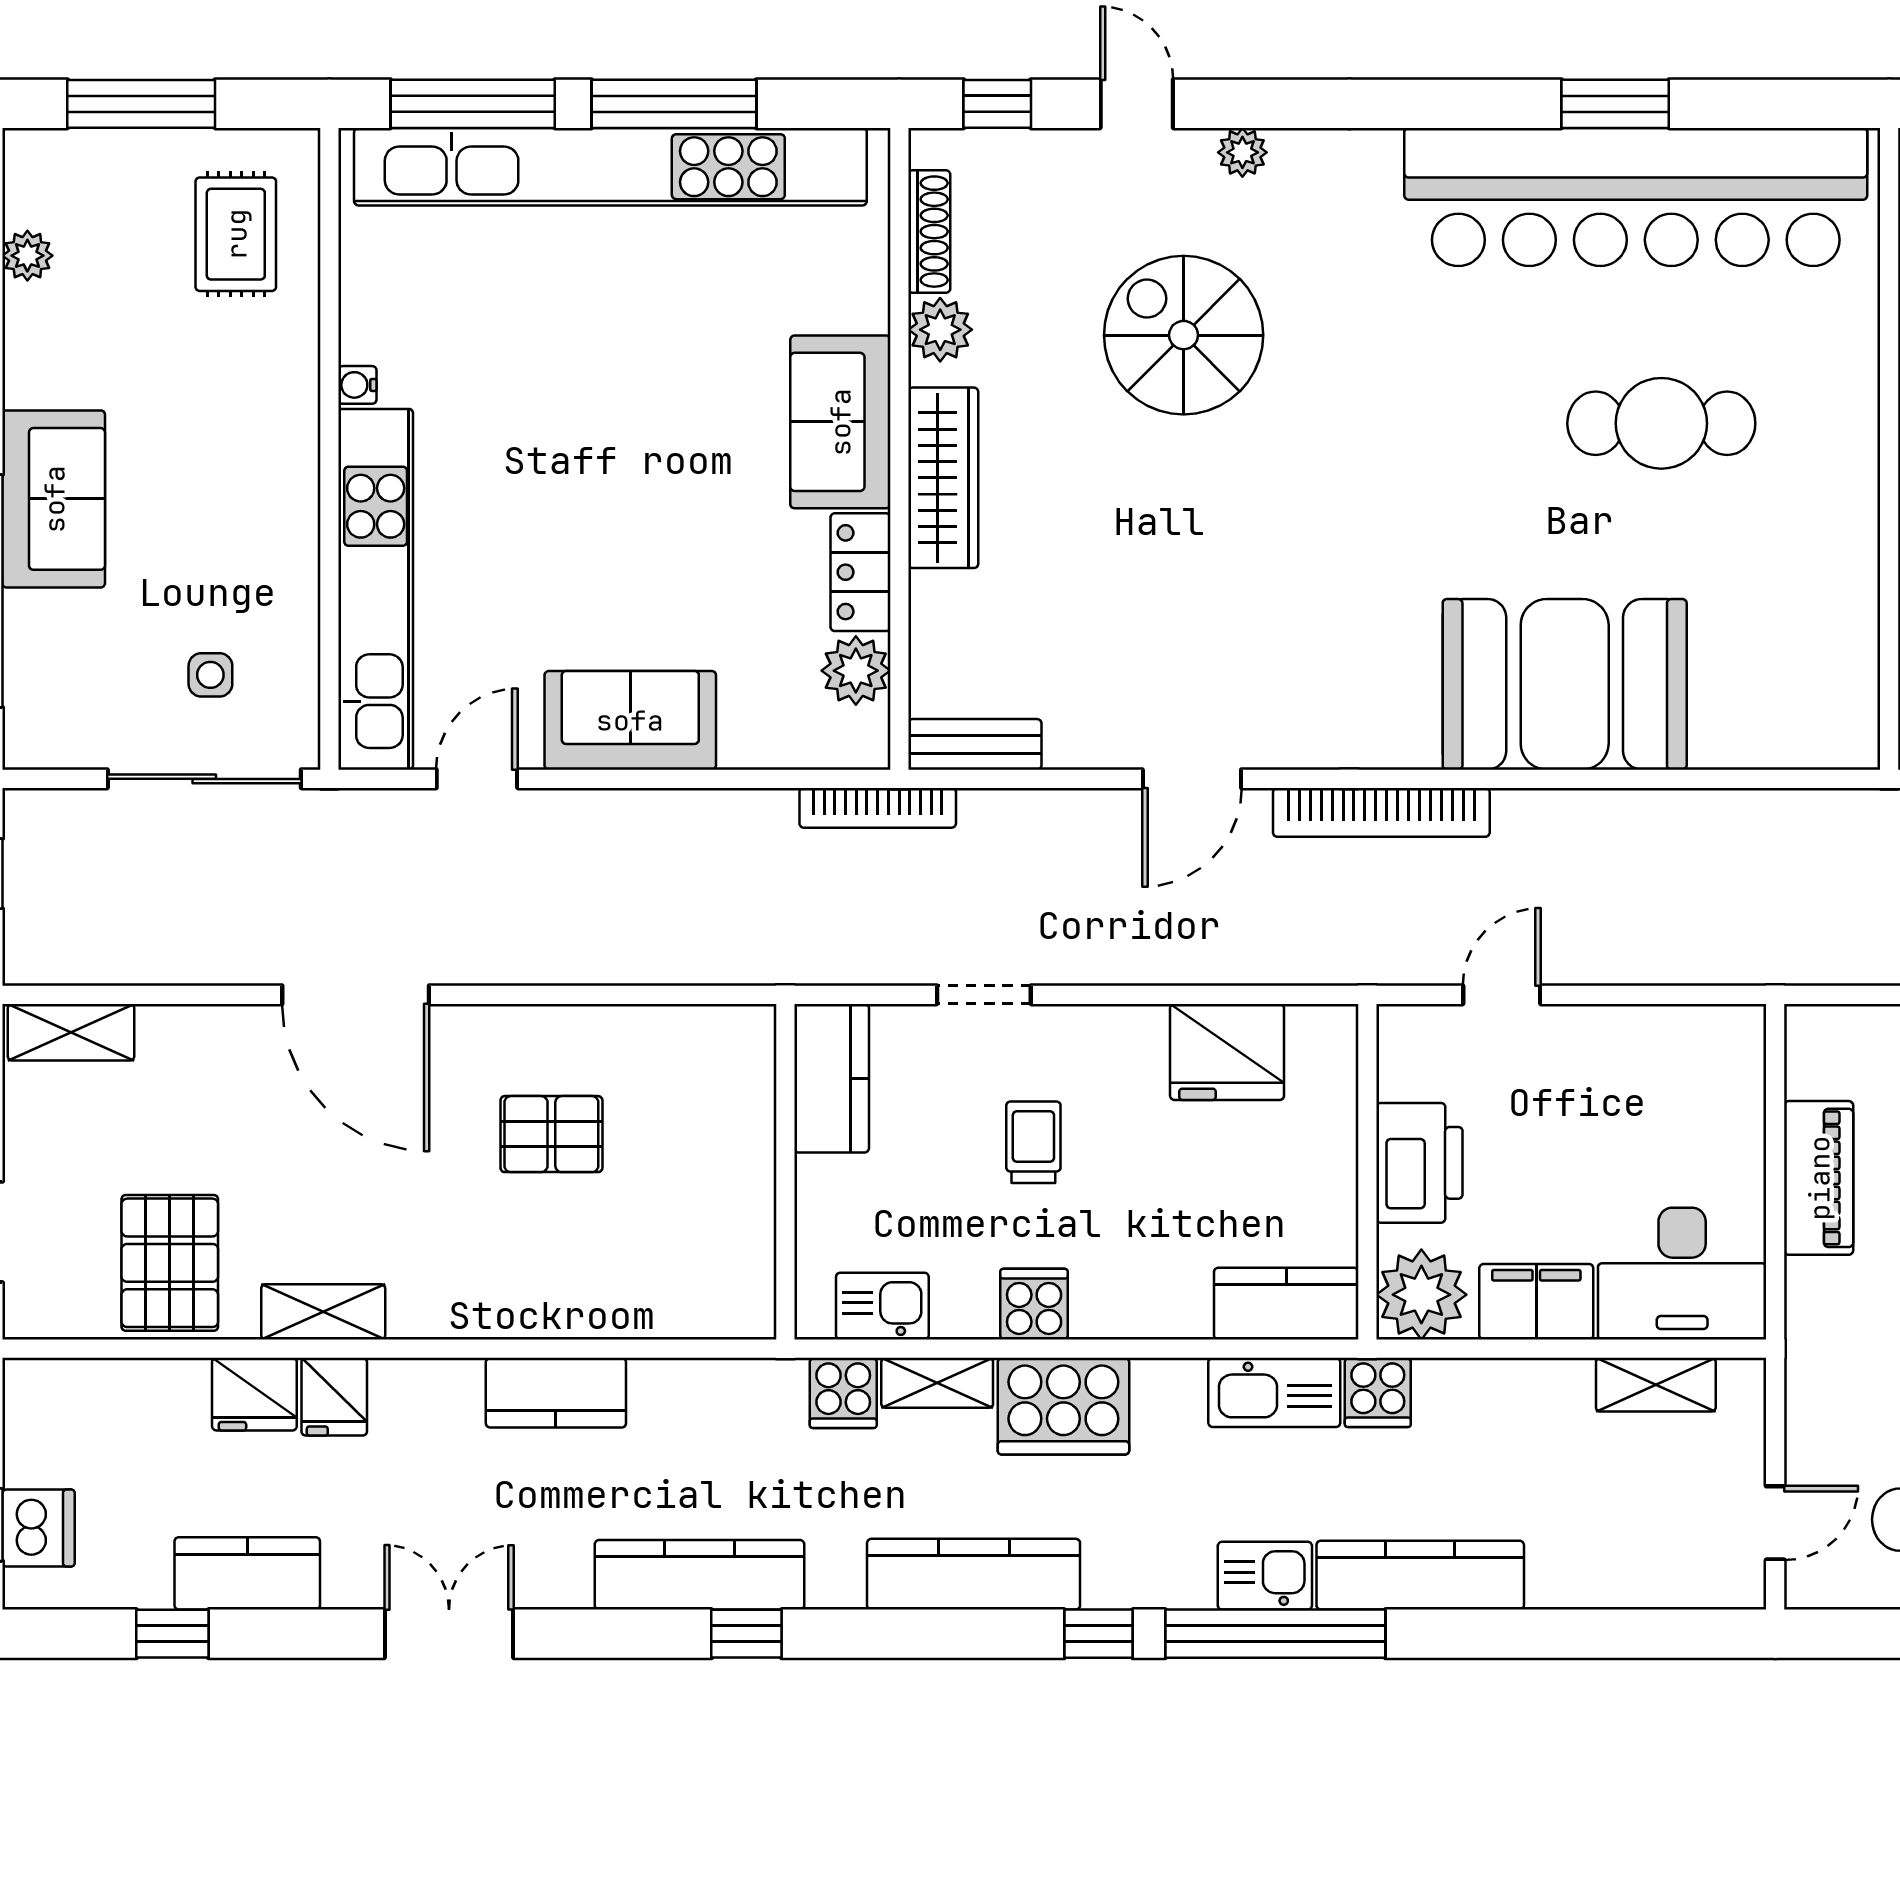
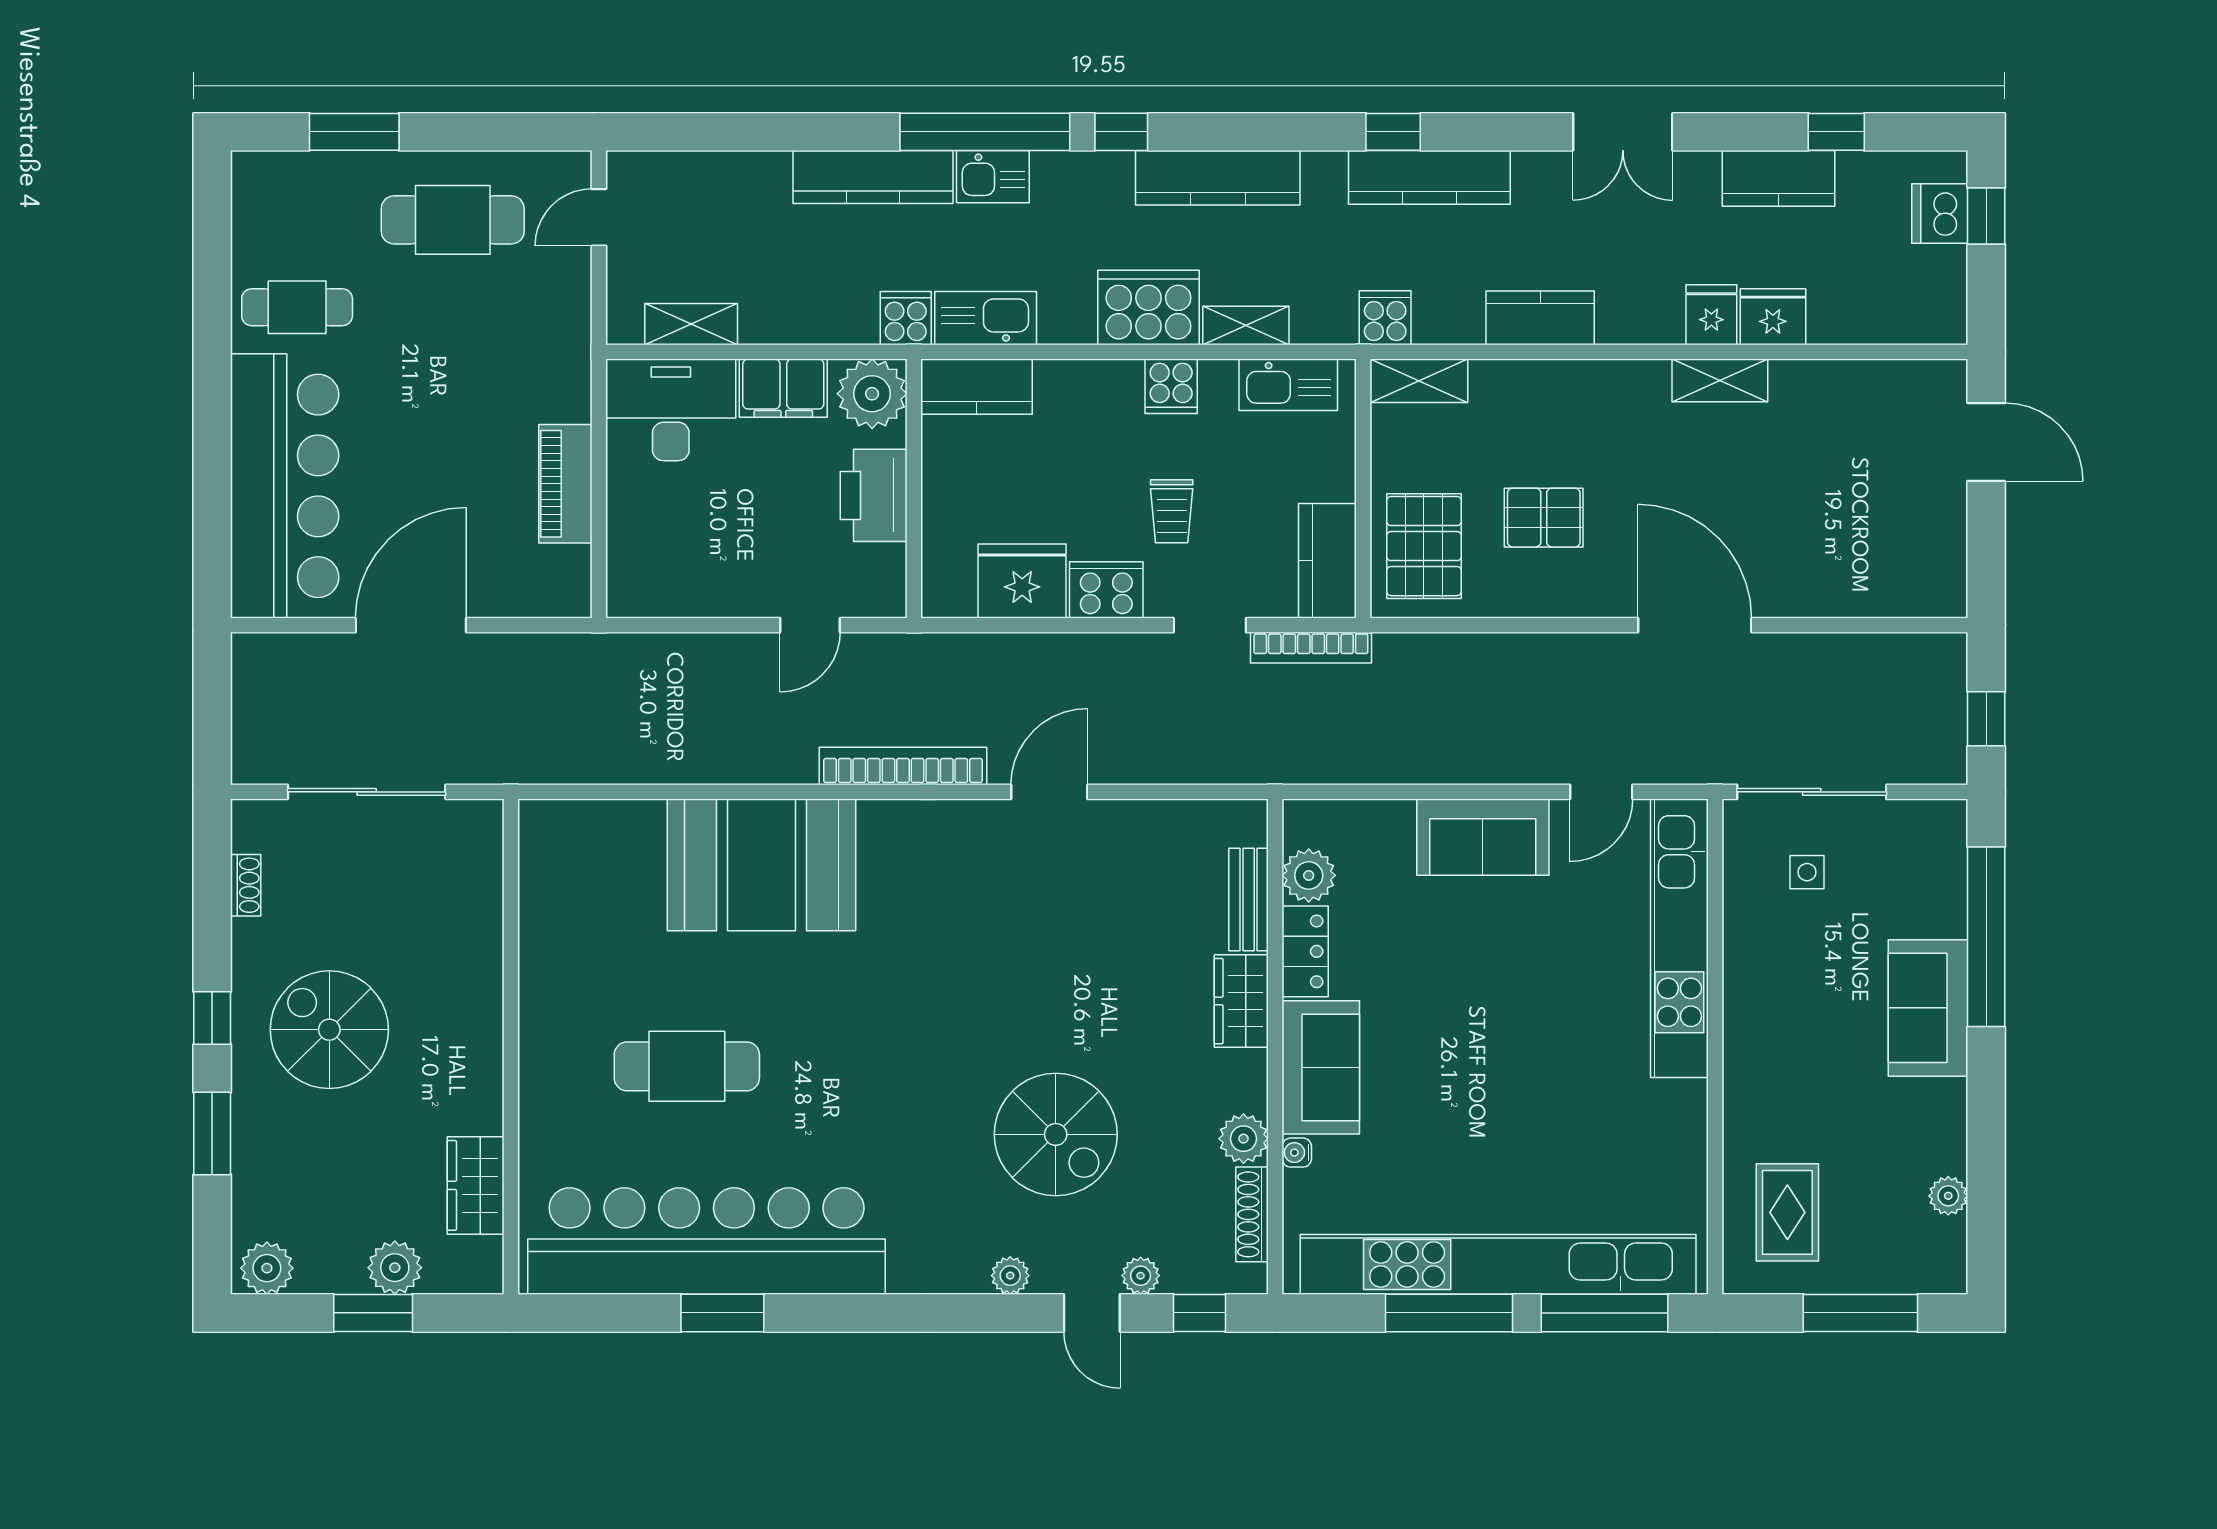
plant: (1074, 152) -> (1141, 1276), added
water cooler: (357, 385) -> (1297, 1153), moved, turned 180
wardrobe: (943, 478) -> (1241, 1001), width x0.67
bench: (975, 744) -> (1249, 899), moved, turned 90
bookcase: (878, 808) -> (1311, 648), moved, turned 180
shelving: (71, 1032) -> (1419, 381), moved
cooker: (1118, 1040) -> (1106, 590), added
pallet: (170, 1263) -> (1424, 546), moved
kitchen sink: (882, 1306) -> (1288, 385), width x1.38
cooker: (843, 1393) -> (1385, 318), moved

